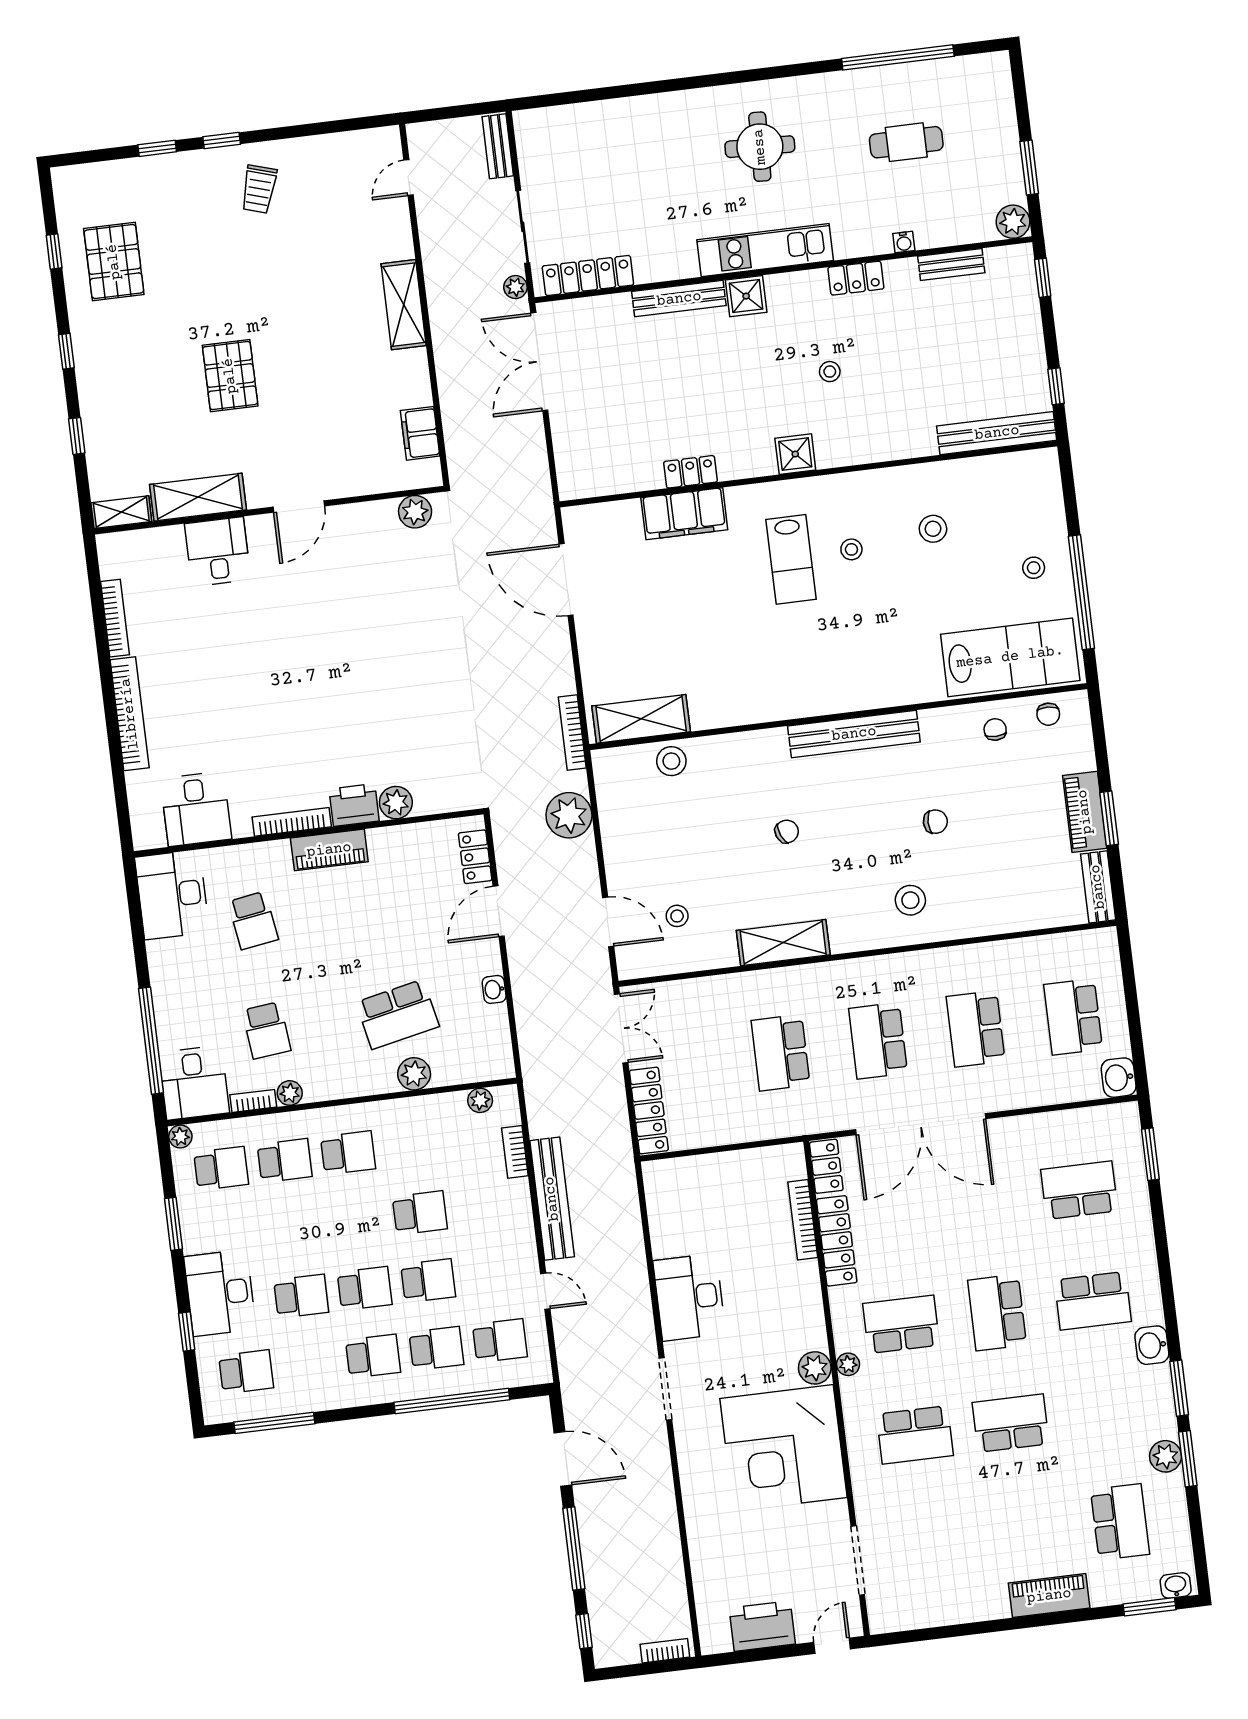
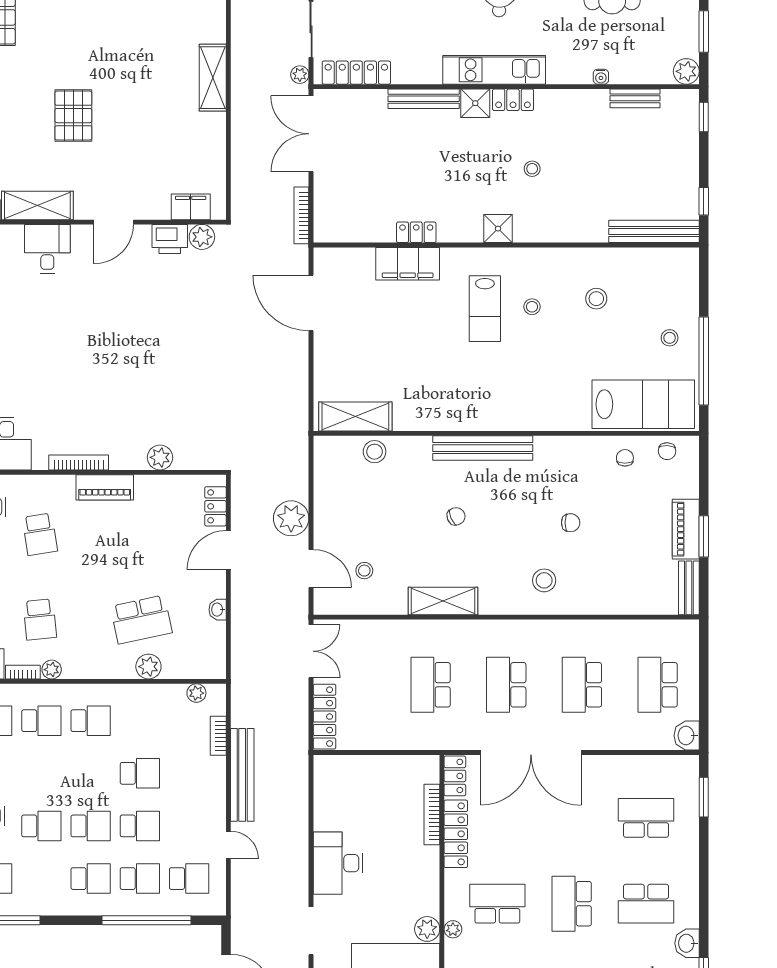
locker: (856, 278) -> (513, 100), moved
filing cabinet: (420, 433) -> (191, 207), moved, turned 90
bookcase: (572, 733) -> (301, 215), moved
bench: (854, 734) -> (483, 448), moved
printer: (354, 805) -> (170, 239), moved, turned 180
plant: (569, 815) -> (291, 518), moved

